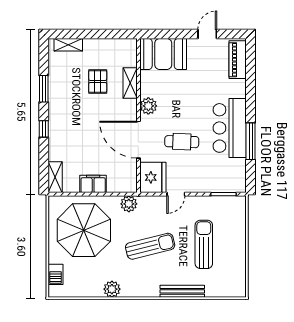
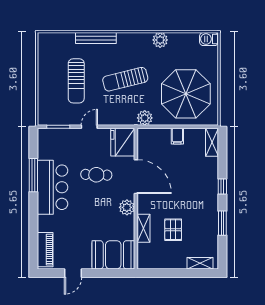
filing cabinet: (93, 184) -> (177, 136), width x0.50
door: (176, 194) -> (89, 127), moved
barbecue: (56, 274) -> (209, 39), moved, turned -90

